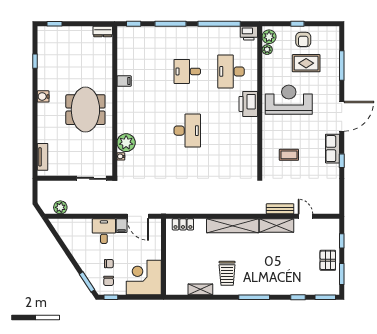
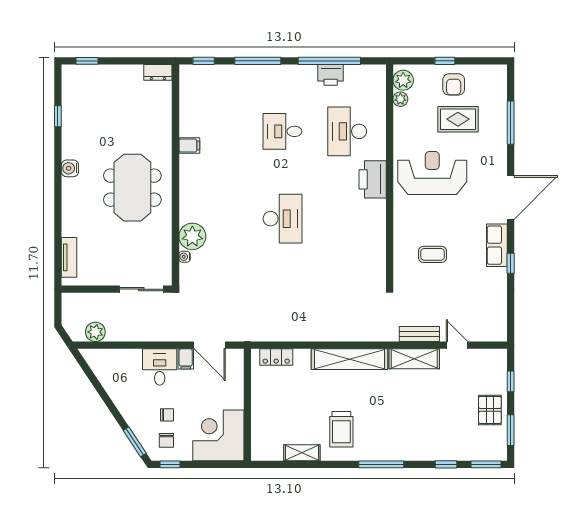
printer: (249, 33) -> (331, 75), moved

